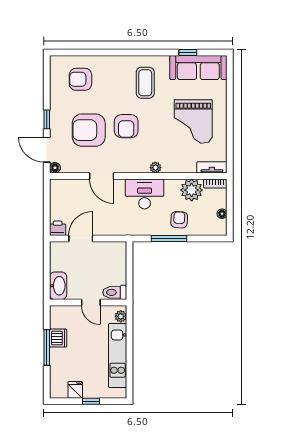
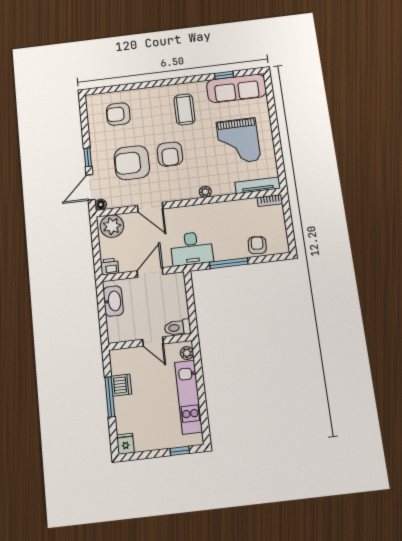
door: (47, 150) -> (90, 187), hinge flipped
tv unit: (212, 167) -> (258, 185), width x1.41
plant: (192, 190) -> (112, 226), moved
desk: (145, 194) -> (192, 249), moved, turned 180
floor lamp: (222, 214) -> (281, 231), removed
armchair: (179, 220) -> (257, 245), moved
door: (81, 239) -> (150, 273), moved
washbasin: (58, 286) -> (113, 301), moved
fridge: (75, 390) -> (125, 444), moved
window: (91, 401) -> (180, 451), moved

